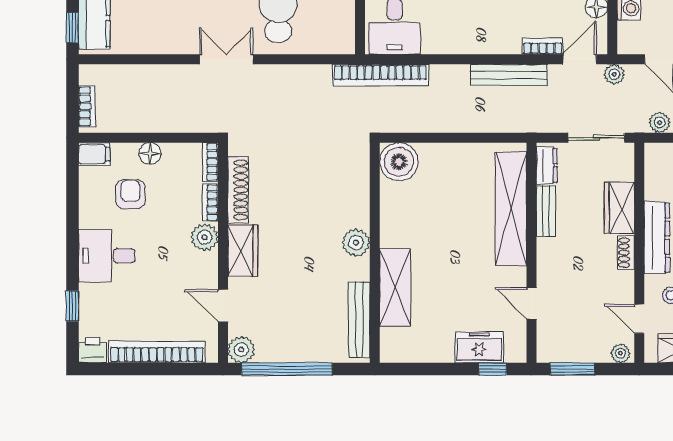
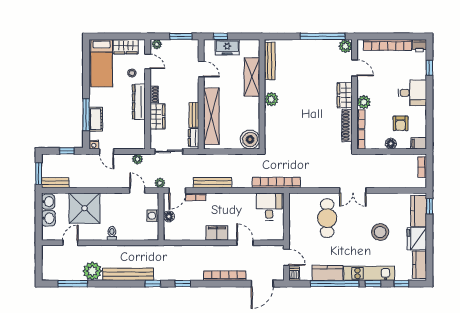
boiler: (399, 162) -> (250, 139), moved
plant: (356, 243) -> (271, 99), moved
wall: (375, 253) -> (262, 94), moved
shelving: (395, 287) -> (252, 77), moved
bench: (359, 320) -> (270, 61), moved

